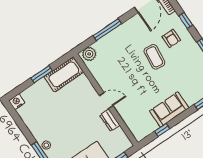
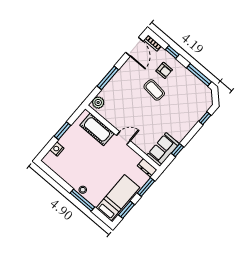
cot: (64, 74) -> (97, 129), moved, turned 90
nightstand: (17, 102) -> (57, 149), moved
sofa: (169, 109) -> (163, 149), moved
dresser: (110, 120) -> (147, 168), moved

